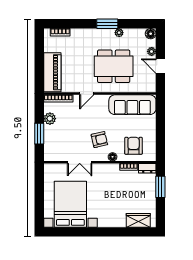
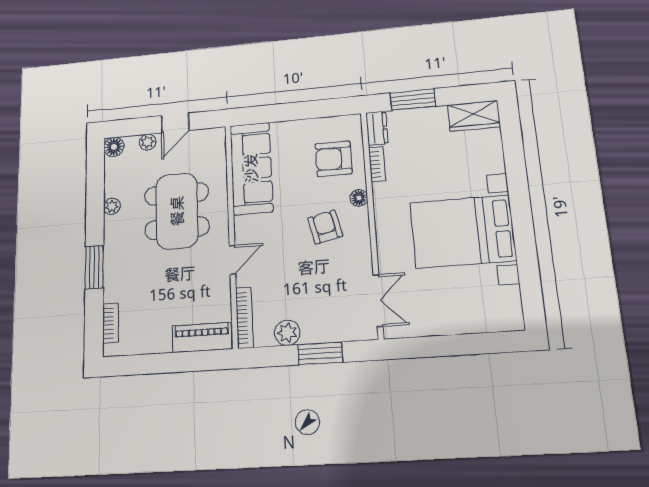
window: (107, 24) -> (94, 267), moved
piano: (52, 72) -> (202, 337), width x0.73, depth x0.75
door: (87, 94) -> (232, 260), hinge flipped
double door: (80, 162) -> (378, 301), moved
bed with nightstands: (70, 204) -> (463, 232), moved
wardrobe: (138, 220) -> (474, 116), moved, turned -90

